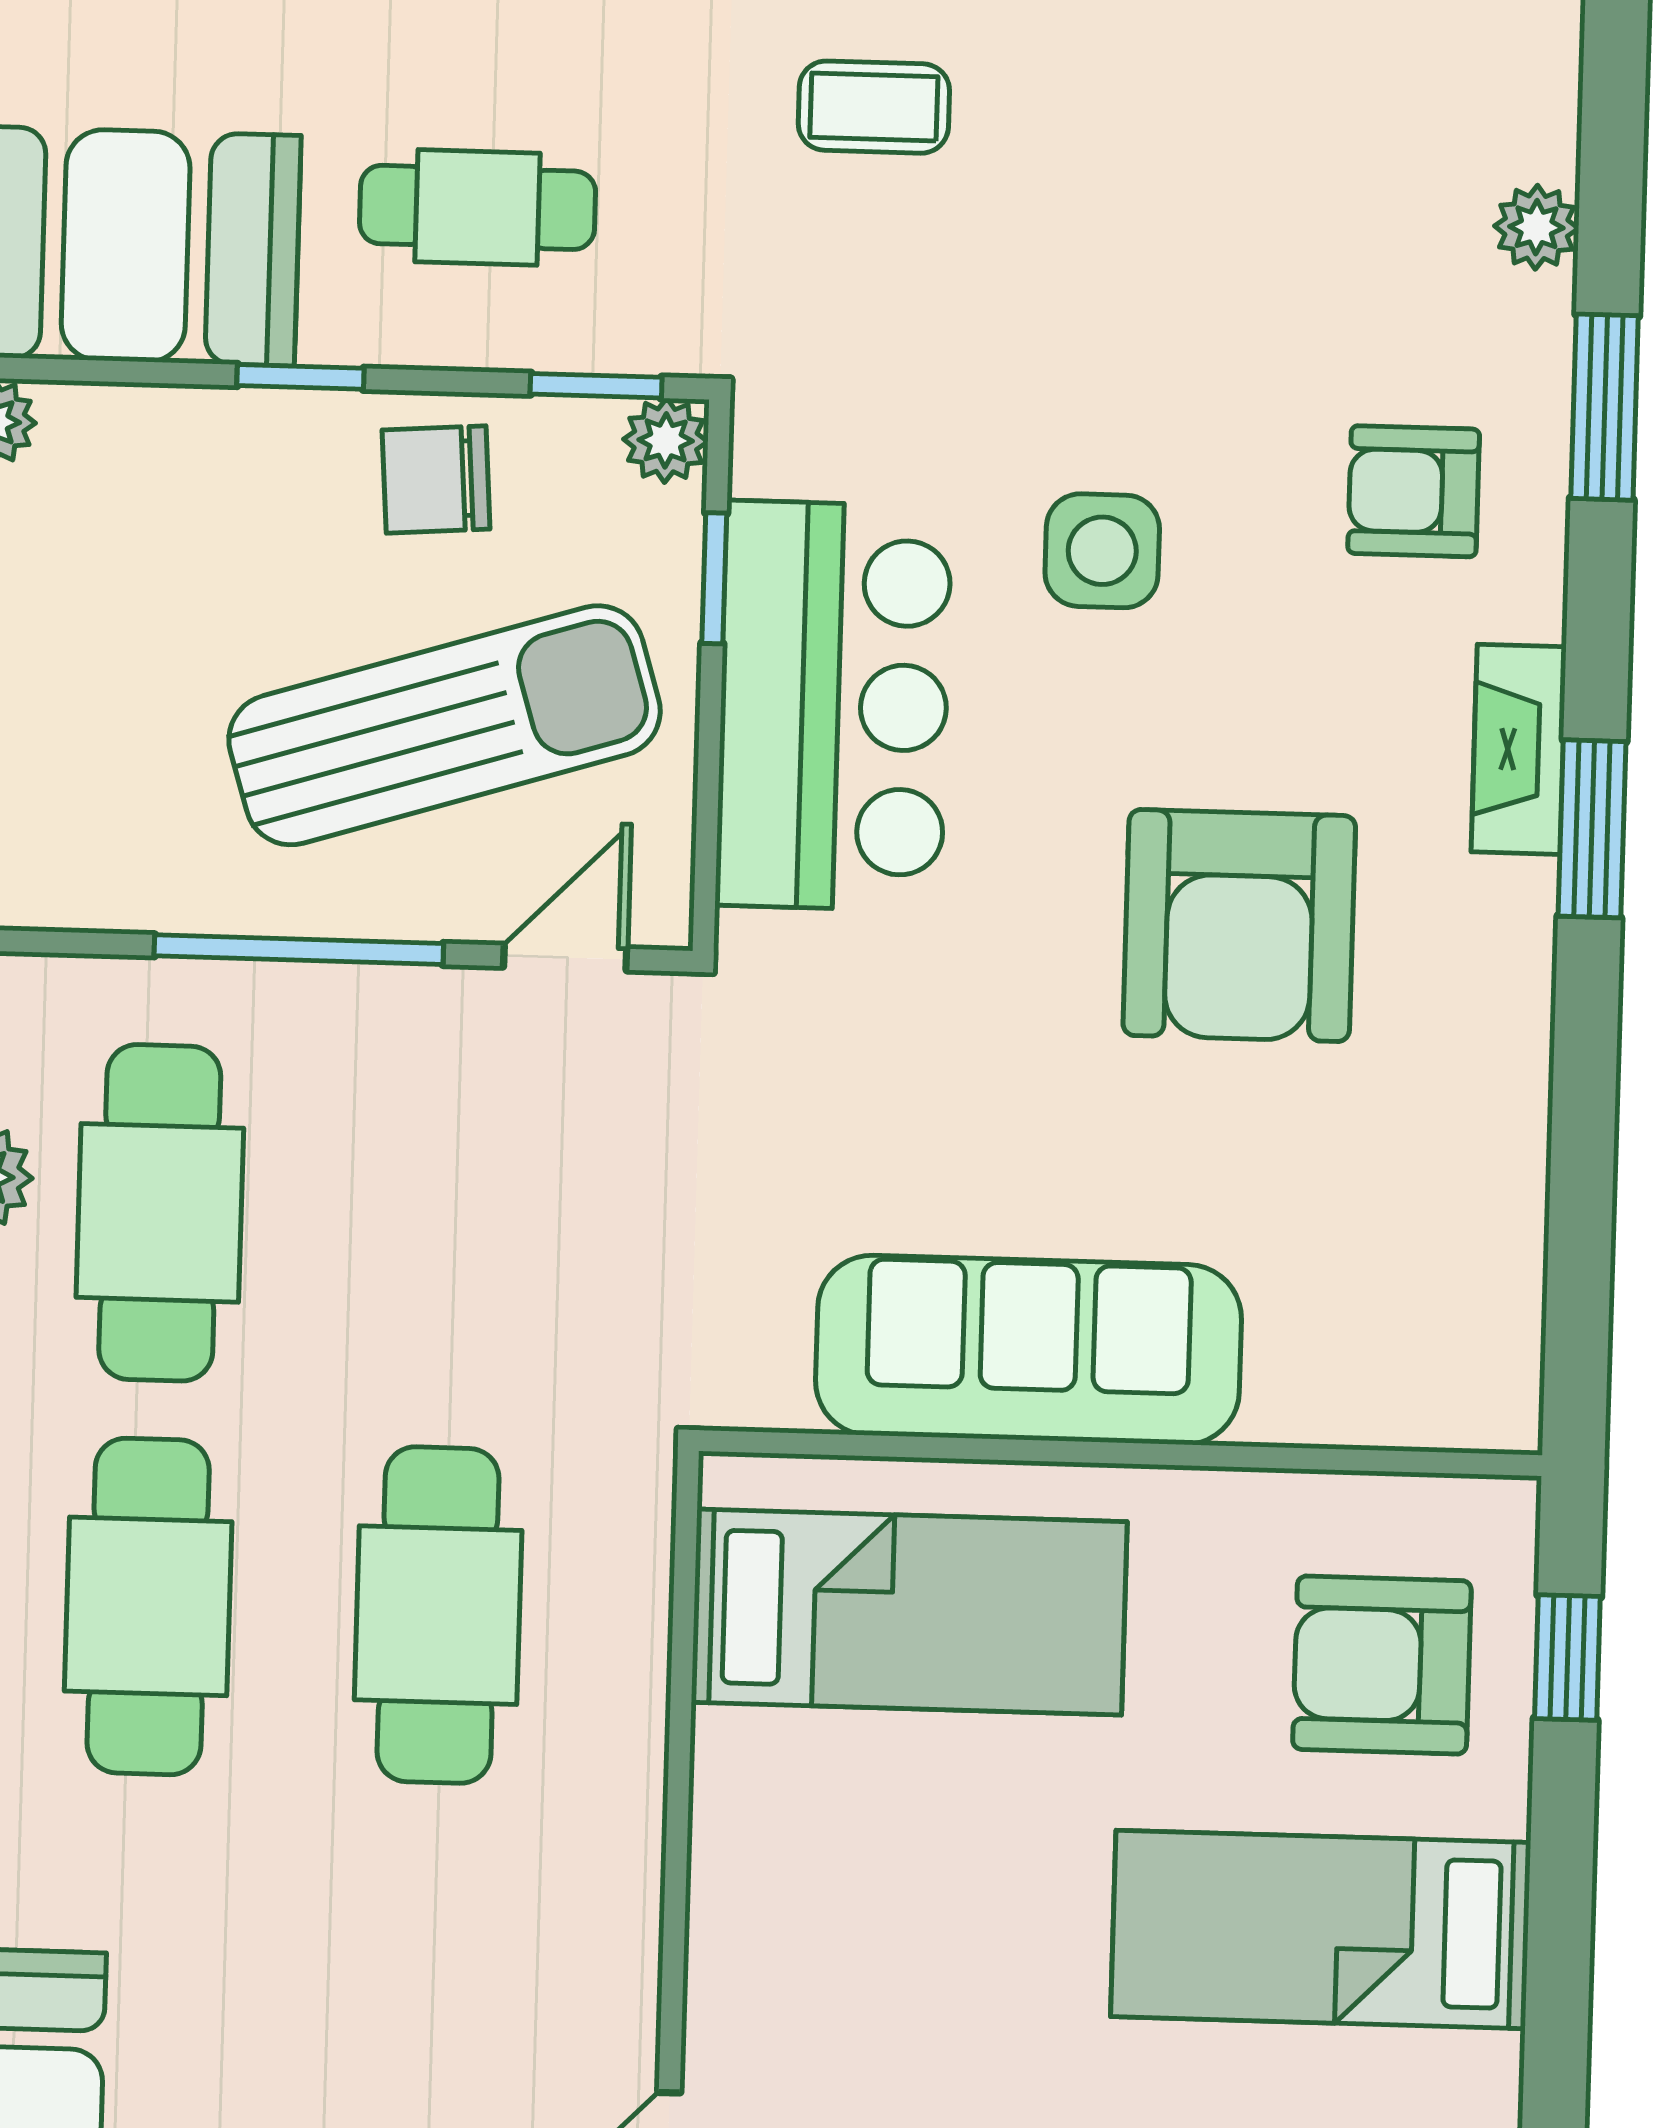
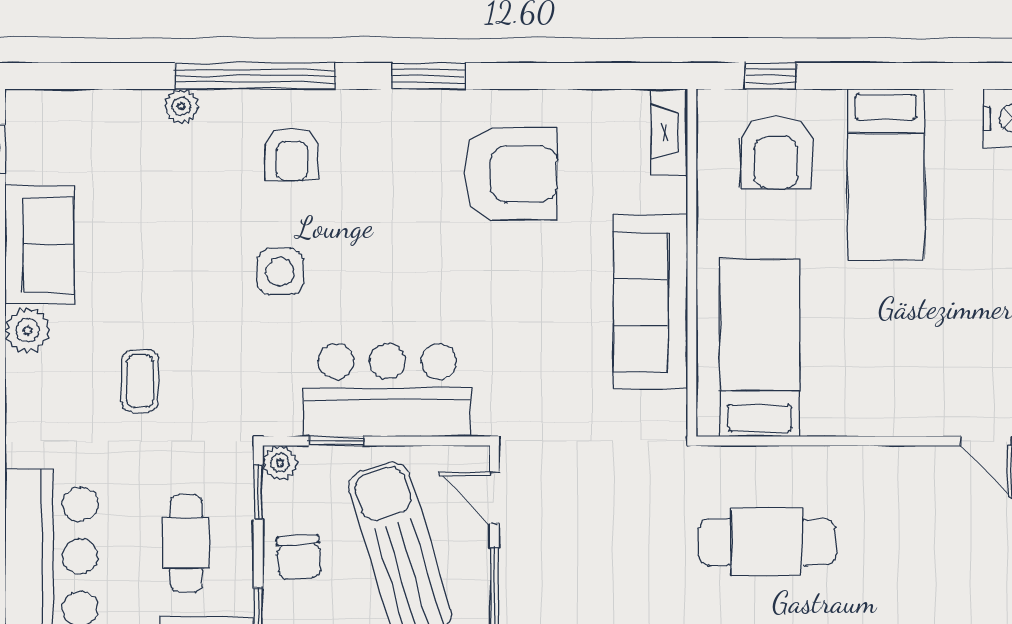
window: (1605, 407) -> (255, 76), width x2.11
side table: (1102, 551) -> (280, 272), moved
fireplace: (1519, 749) -> (669, 132), moved, turned 90
armchair: (1239, 926) -> (511, 174), moved

